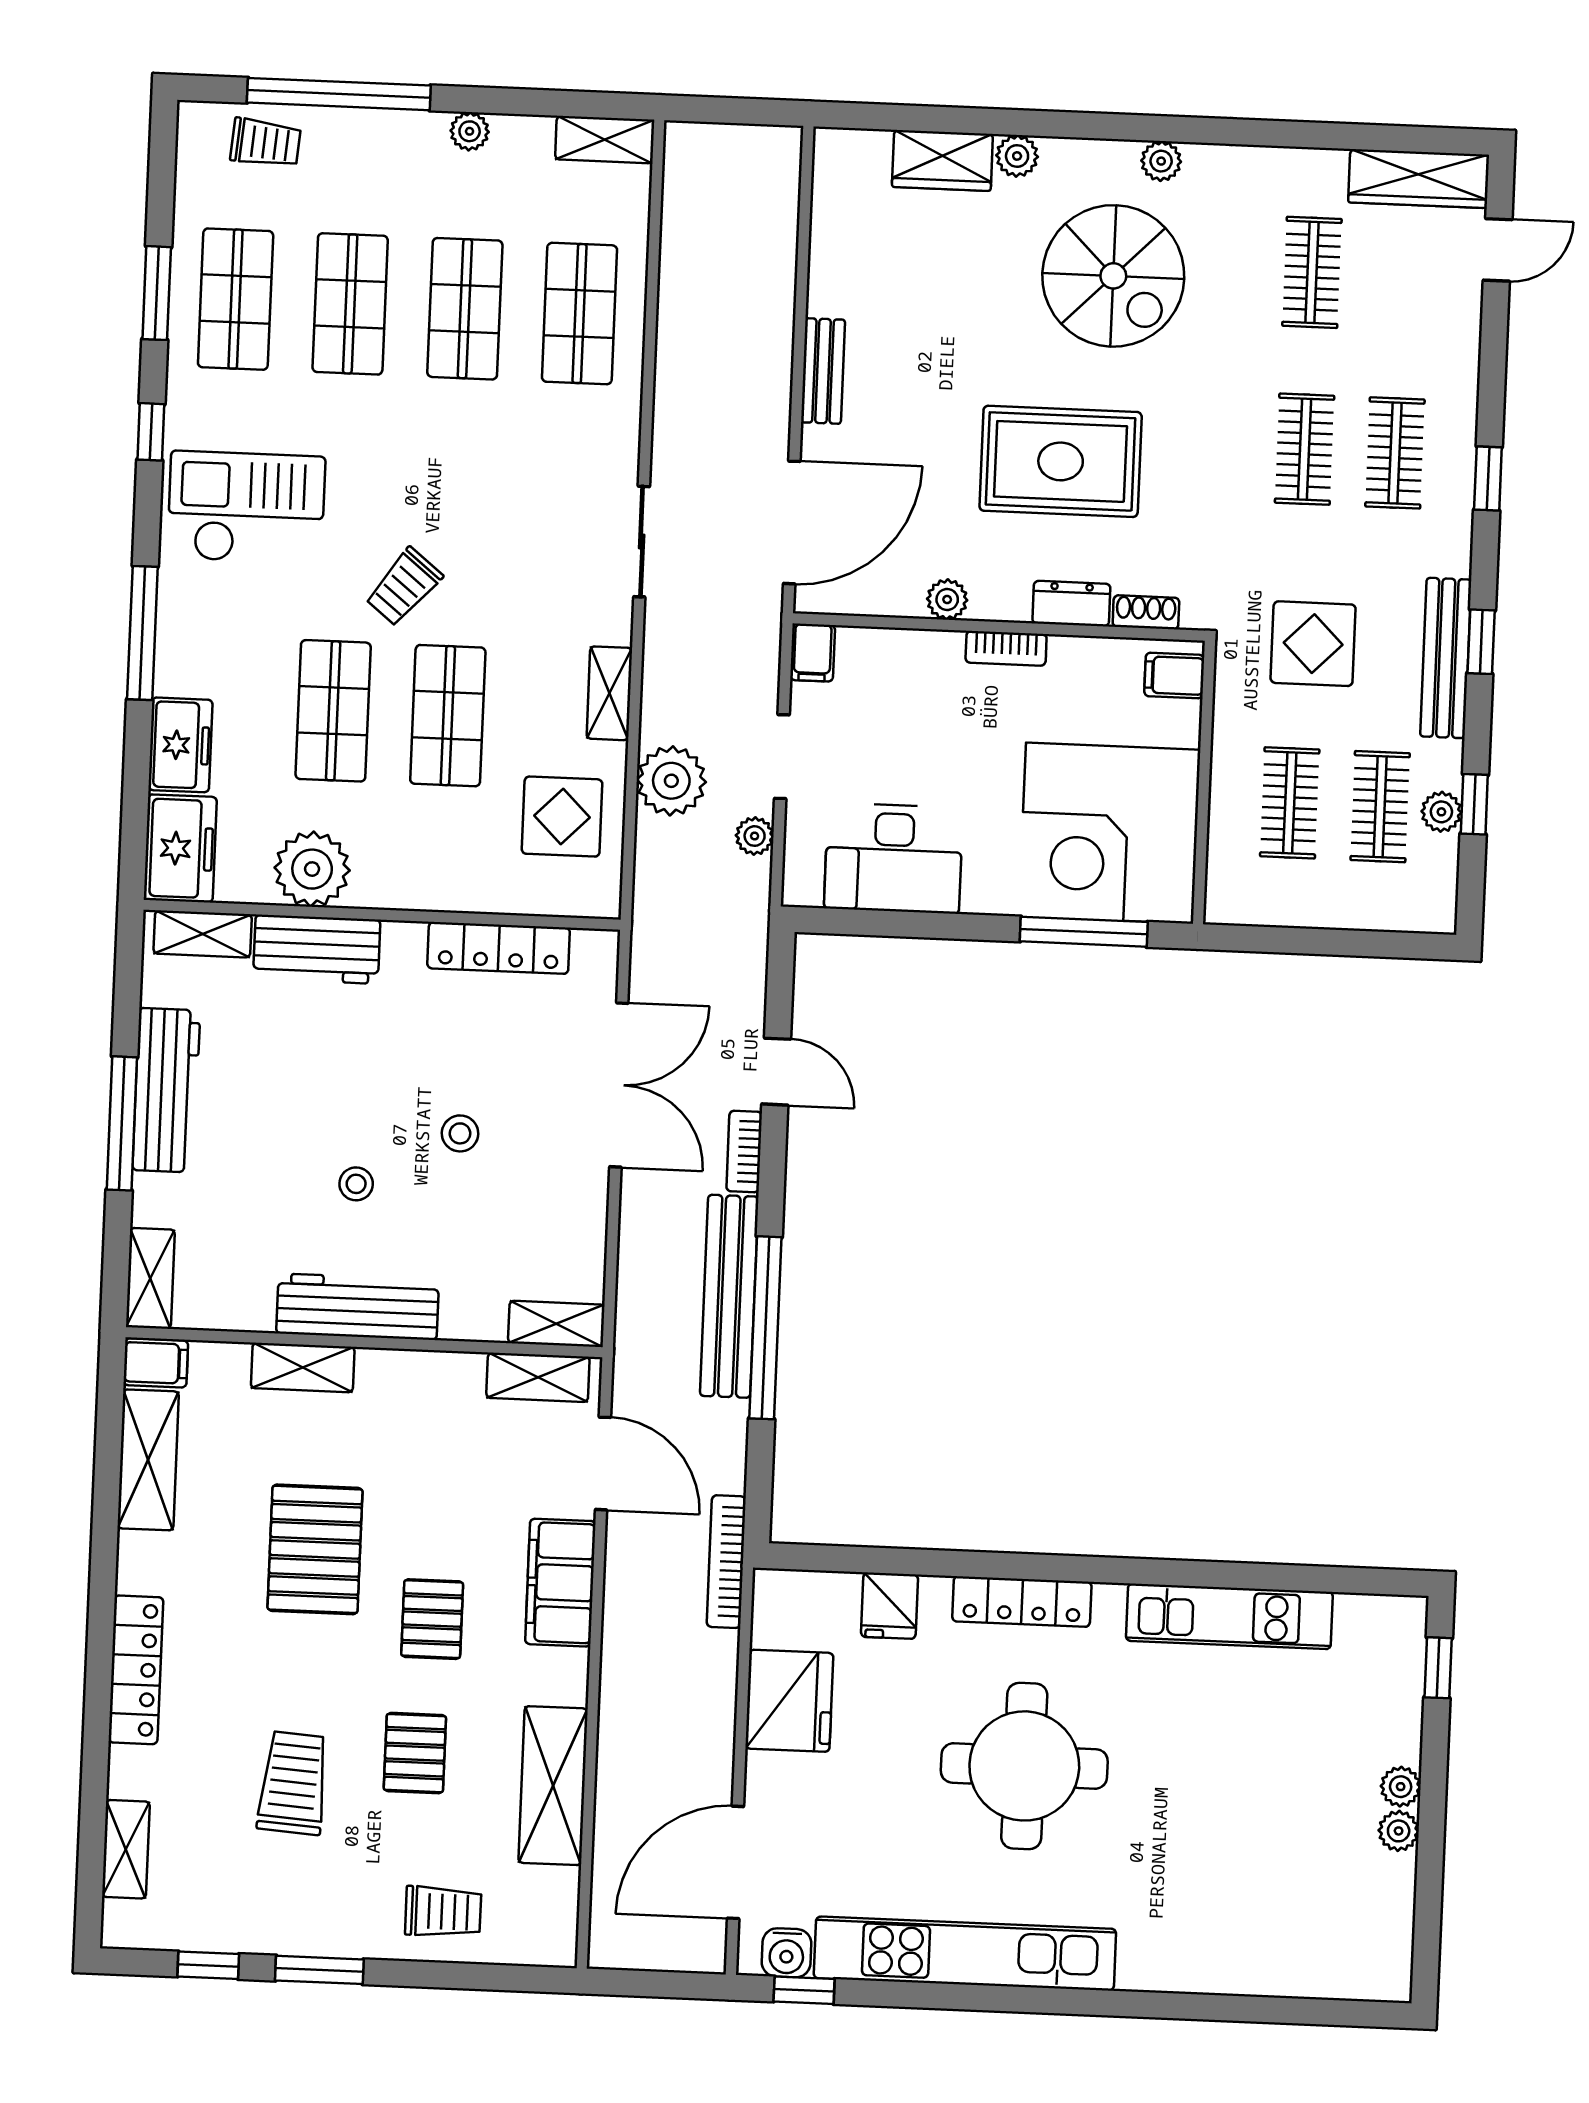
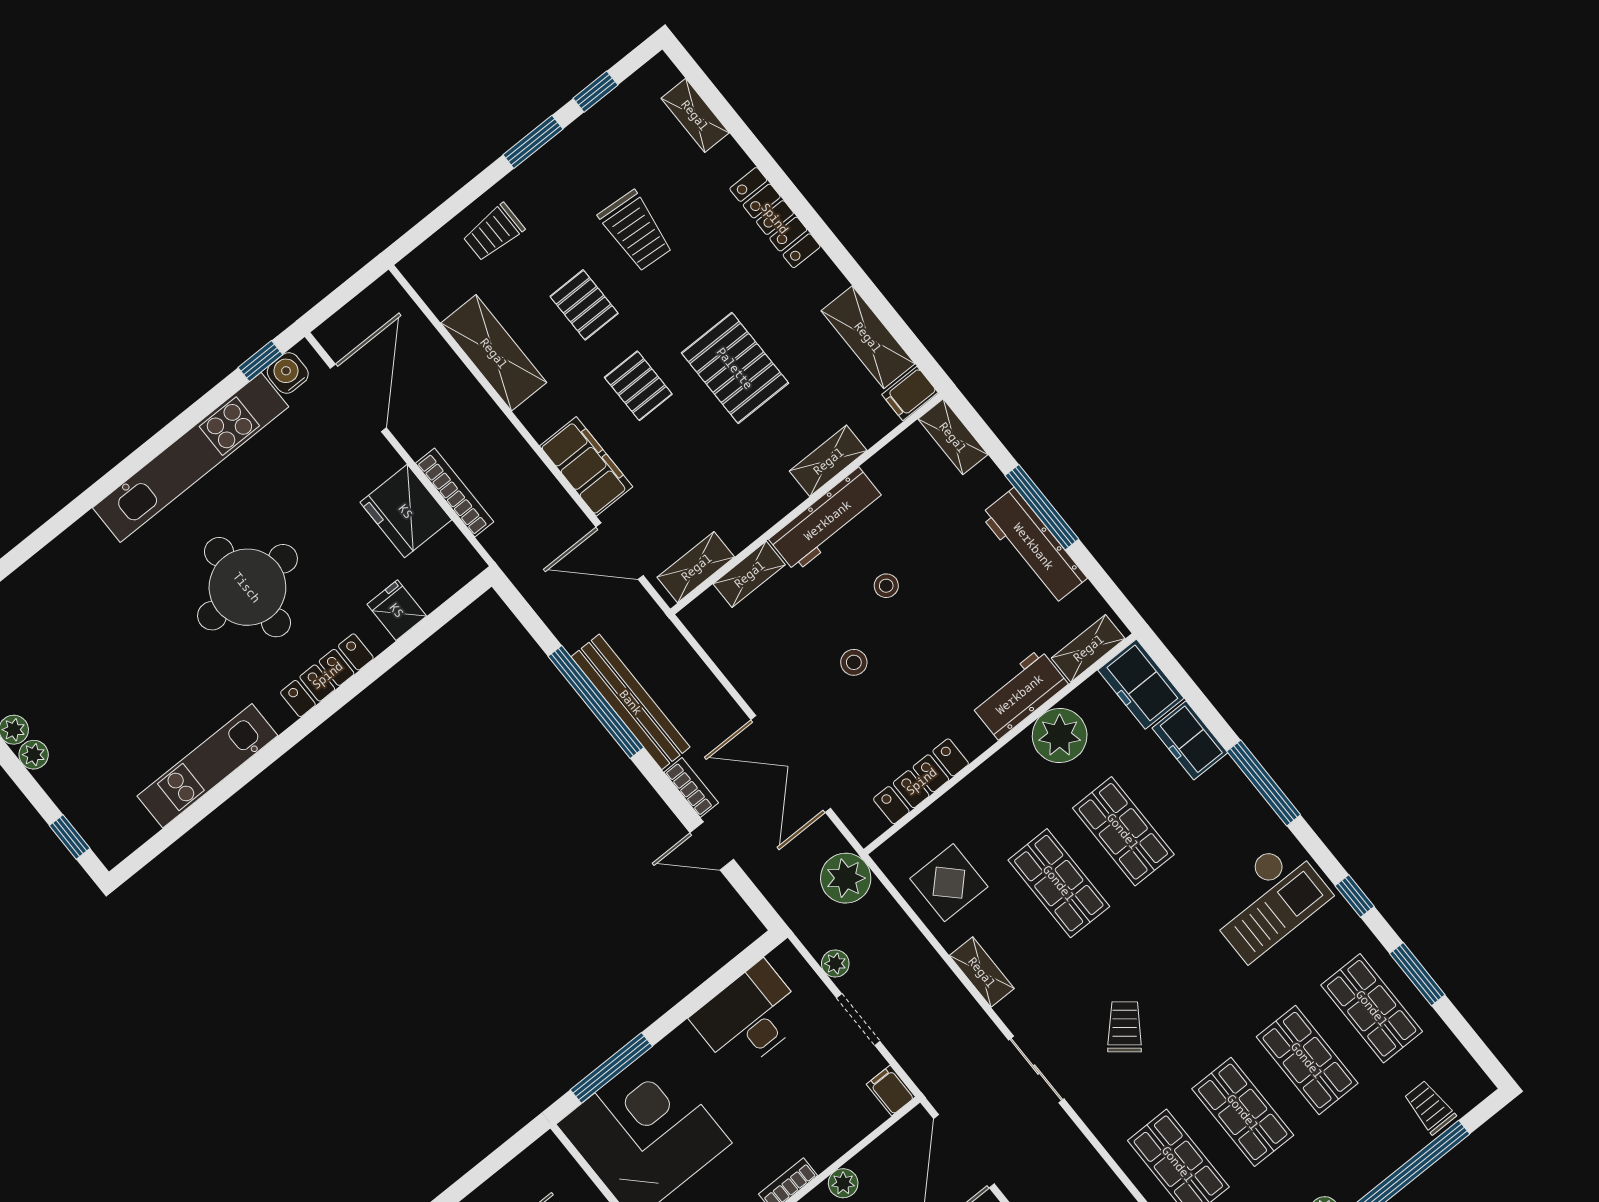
trolley: (265, 143) -> (1430, 1107), turned 85
trolley: (404, 587) -> (1125, 1027), moved
plant: (671, 781) -> (846, 878), moved
shelving: (556, 1324) -> (749, 574), moved
bookcase: (726, 1562) -> (455, 493), moved

